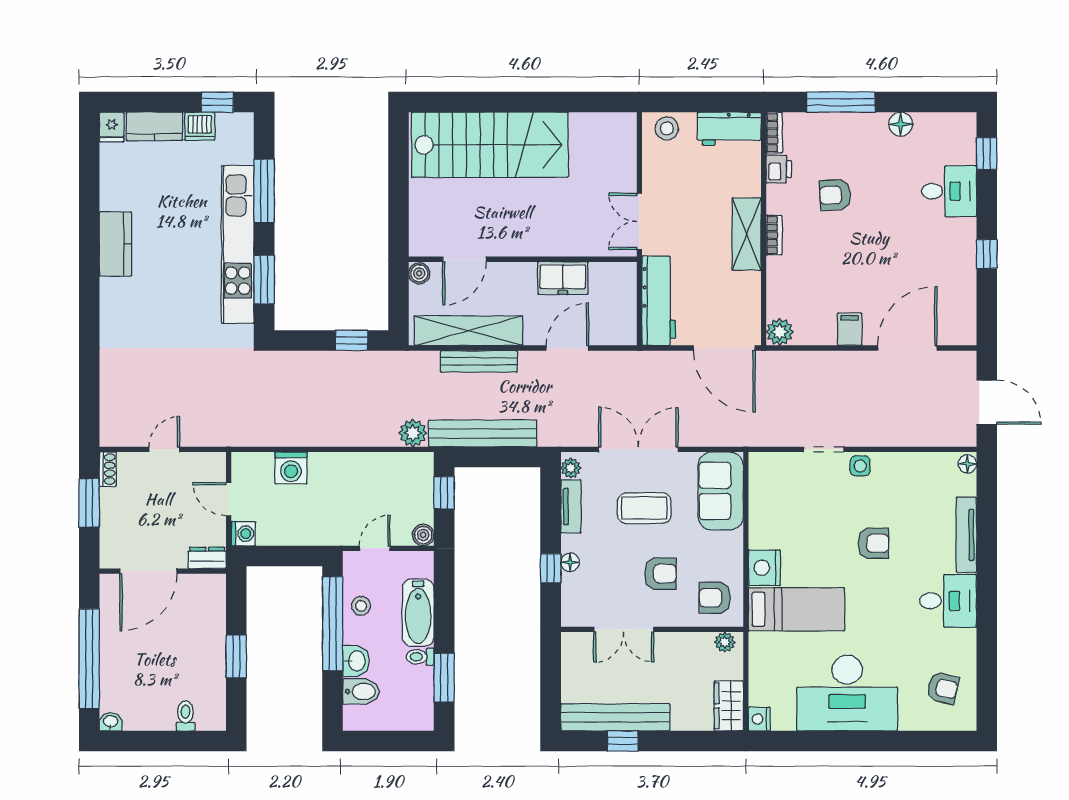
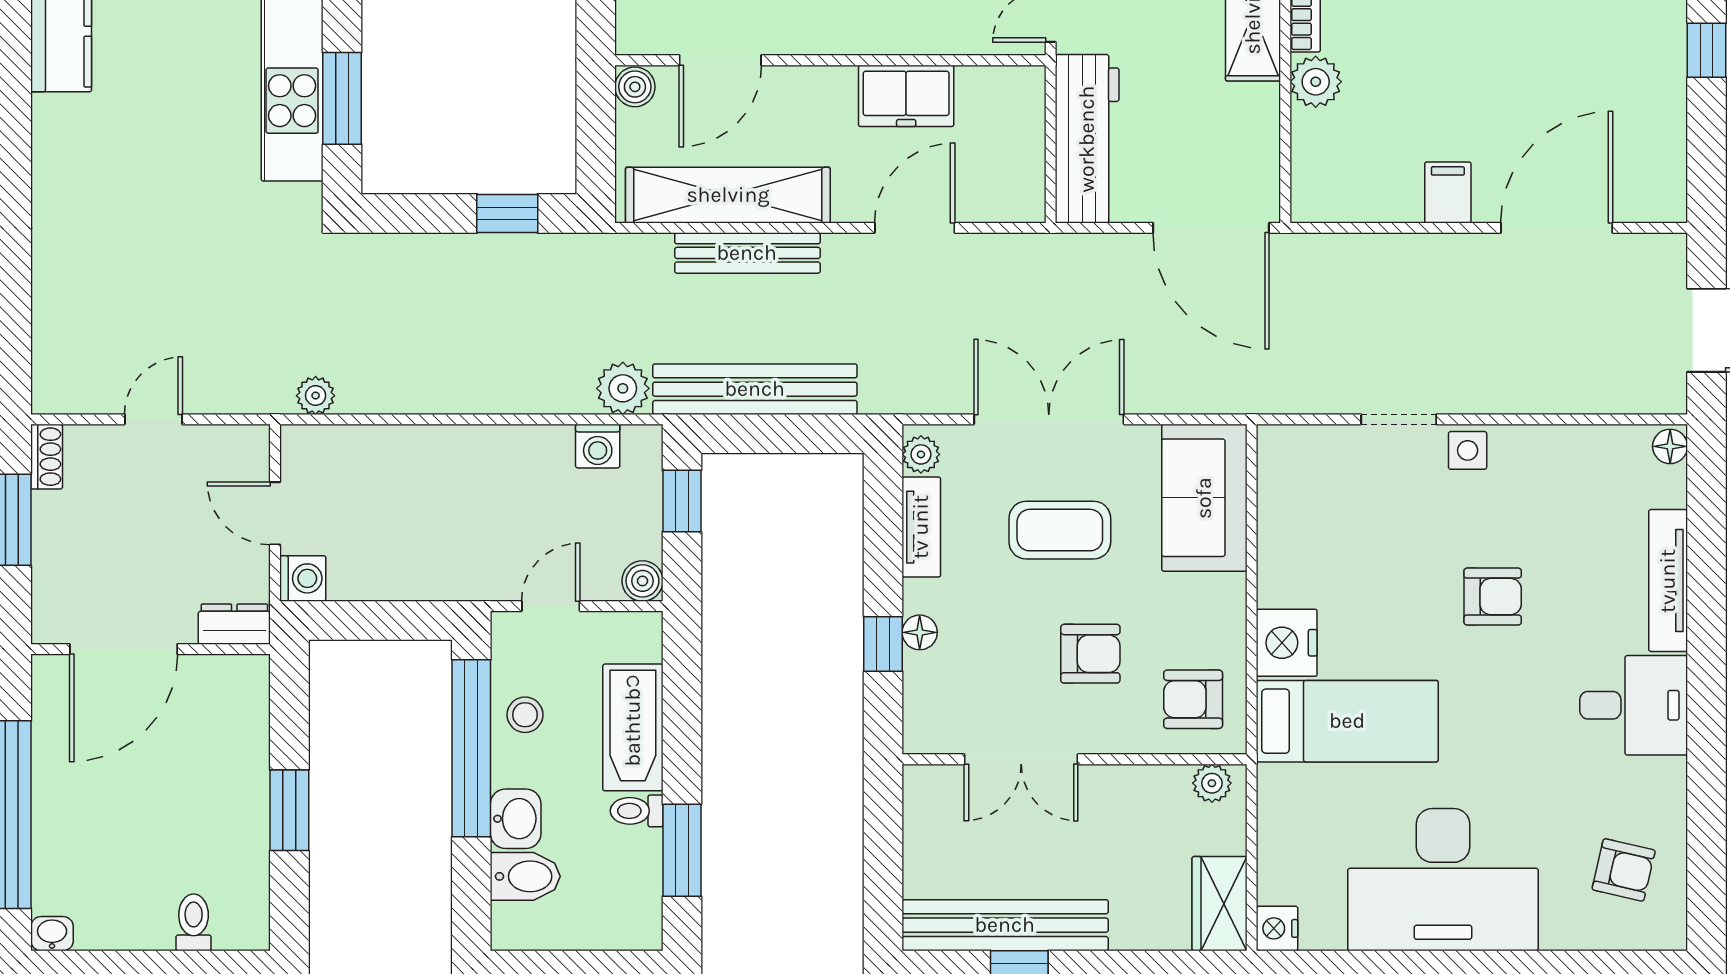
plant: (780, 332) -> (1316, 82), moved
plant: (250, 437) -> (316, 396), added
washing machine: (291, 468) -> (598, 446), moved, width x0.73, depth x0.73

